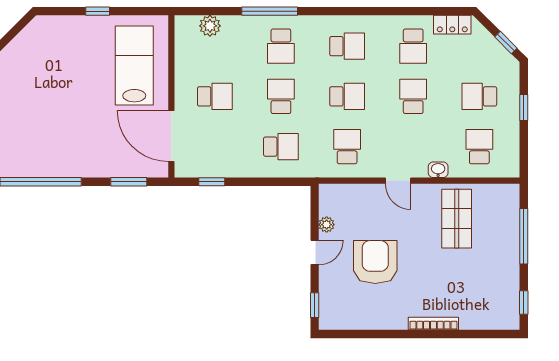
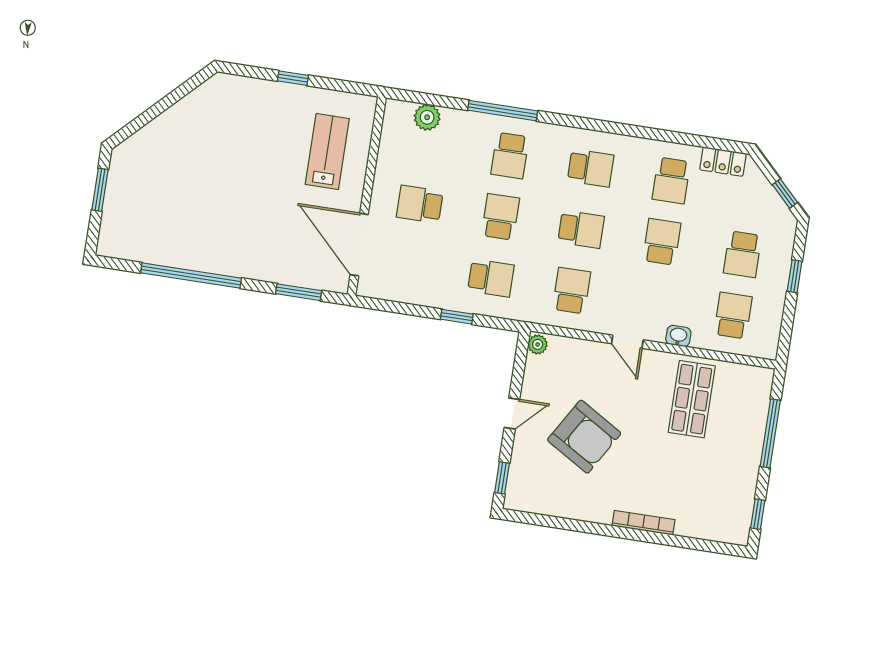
lab bench: (134, 65) -> (327, 151), width x0.73, depth x0.72
school desk: (215, 96) -> (420, 204), turned 180
school desk: (479, 96) -> (742, 254), turned -90
window: (212, 182) -> (457, 317), moved
plant: (327, 225) -> (538, 344), moved
armchair: (375, 262) -> (584, 437), turned 121

